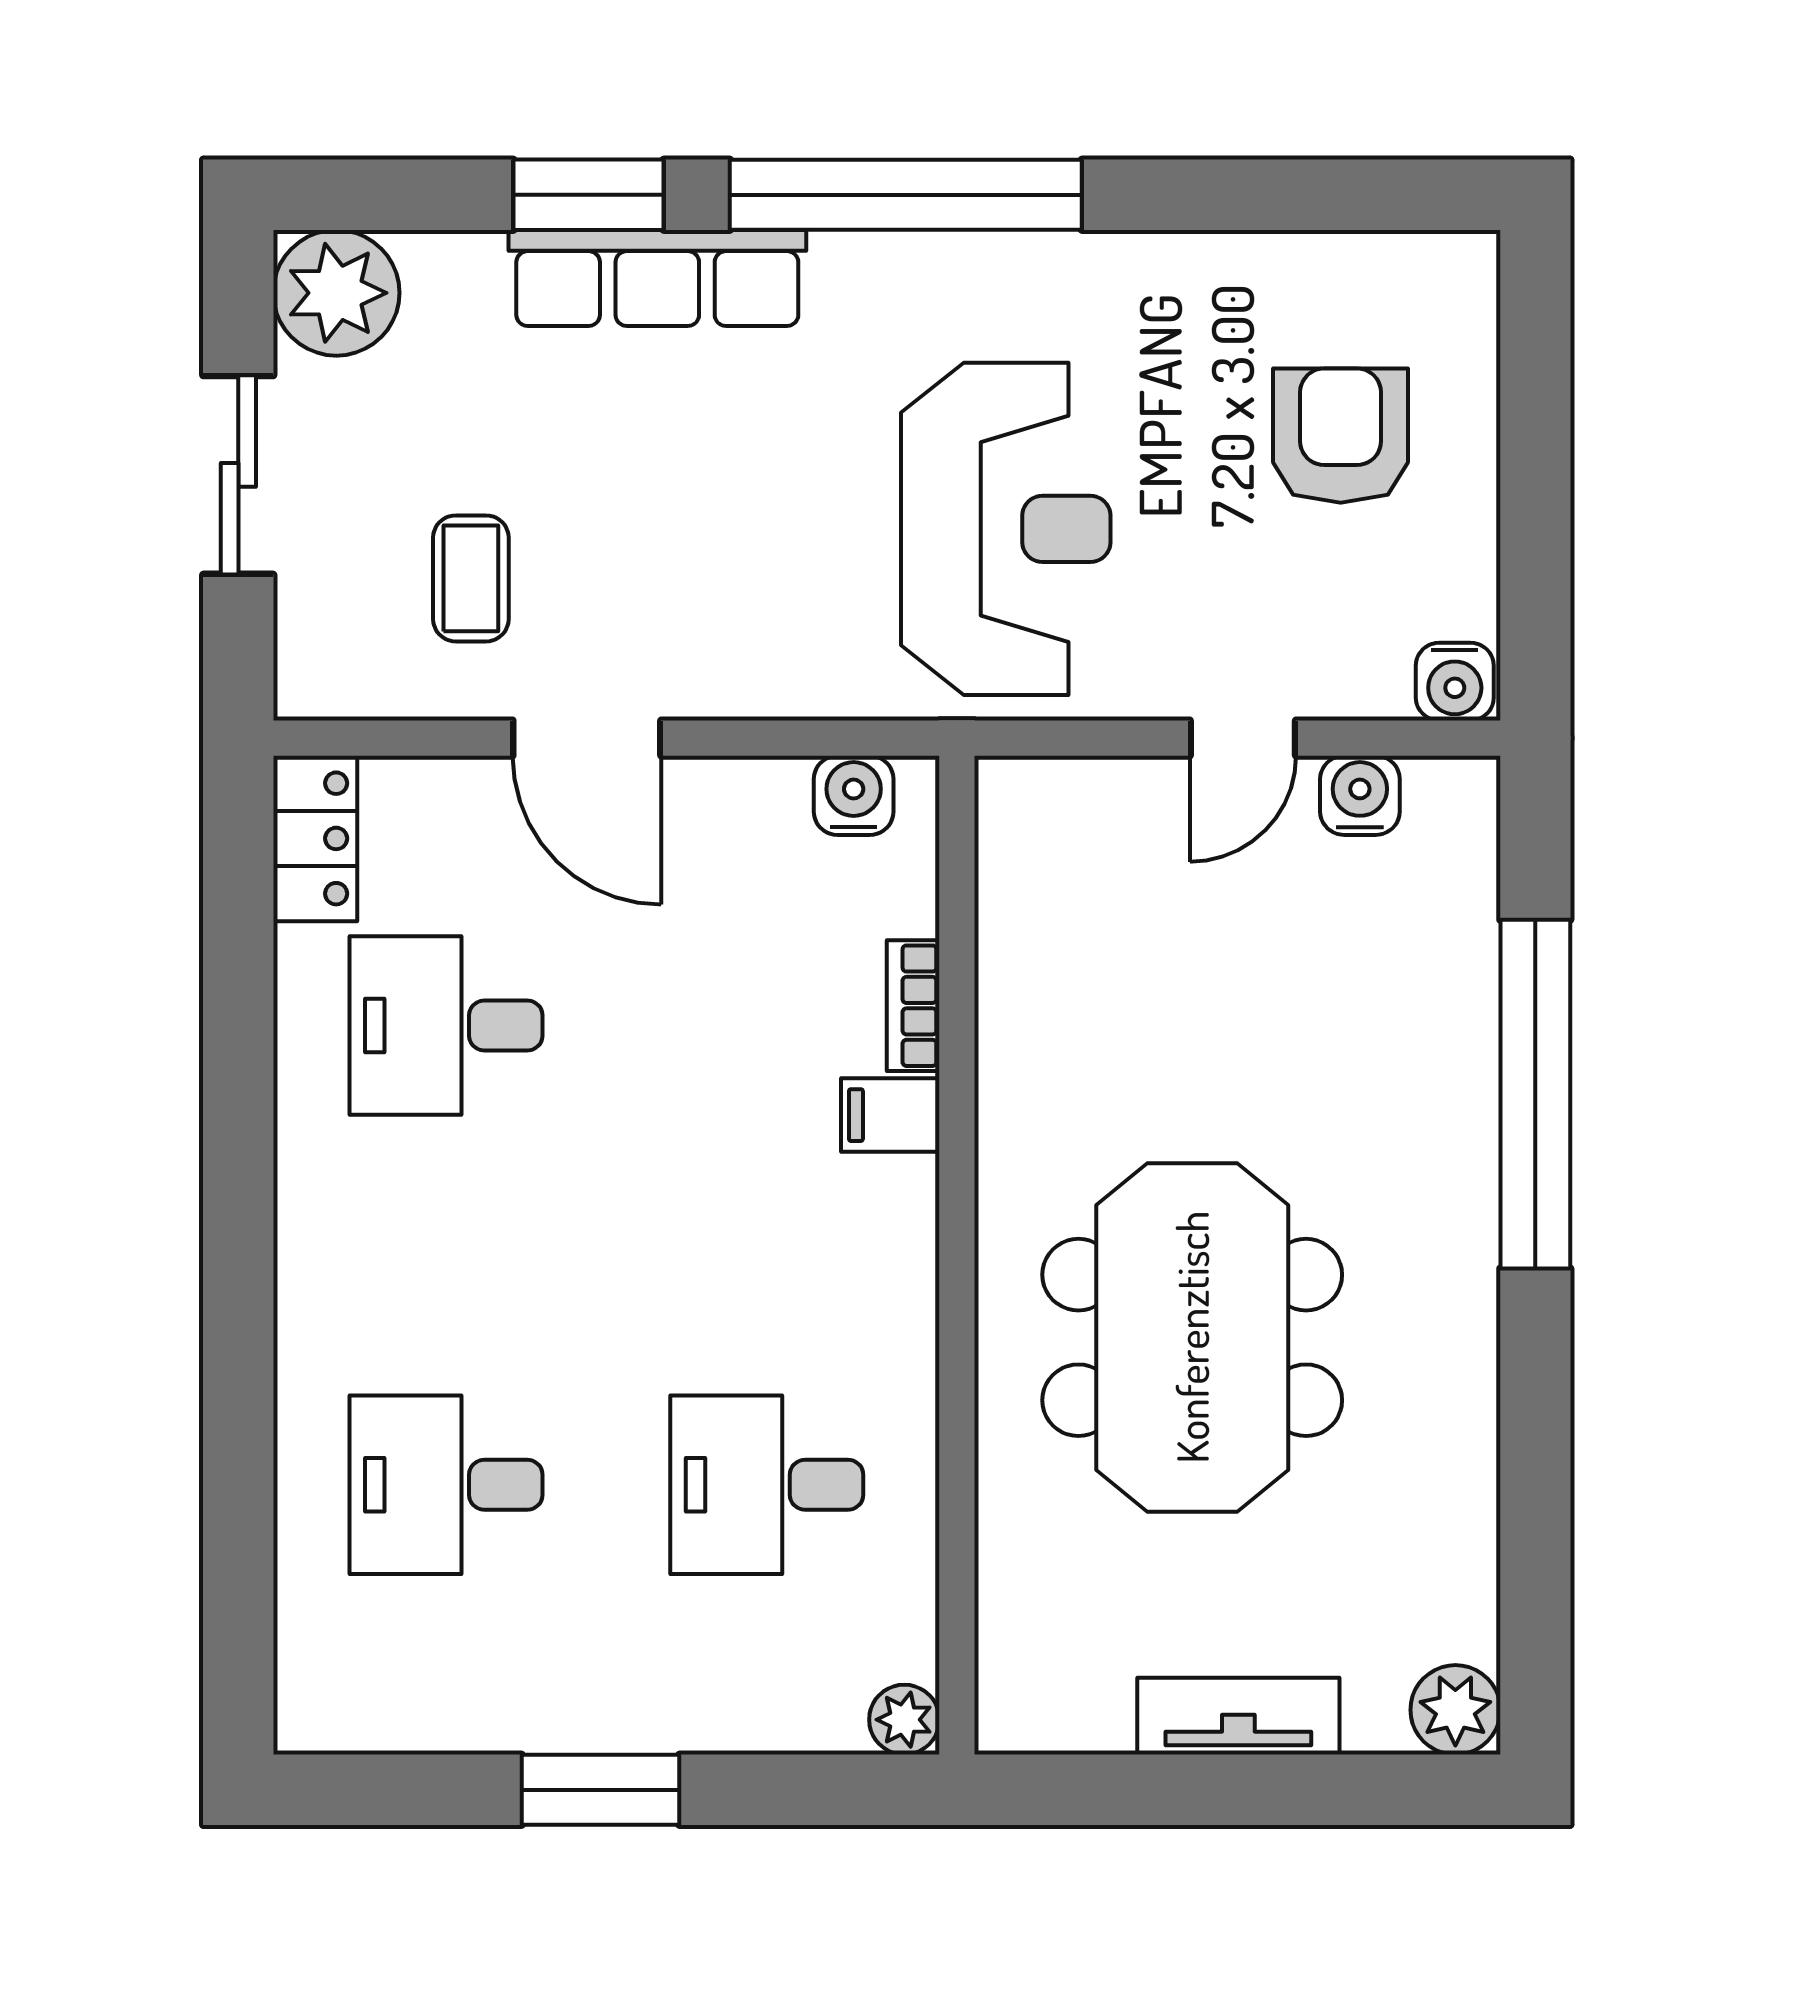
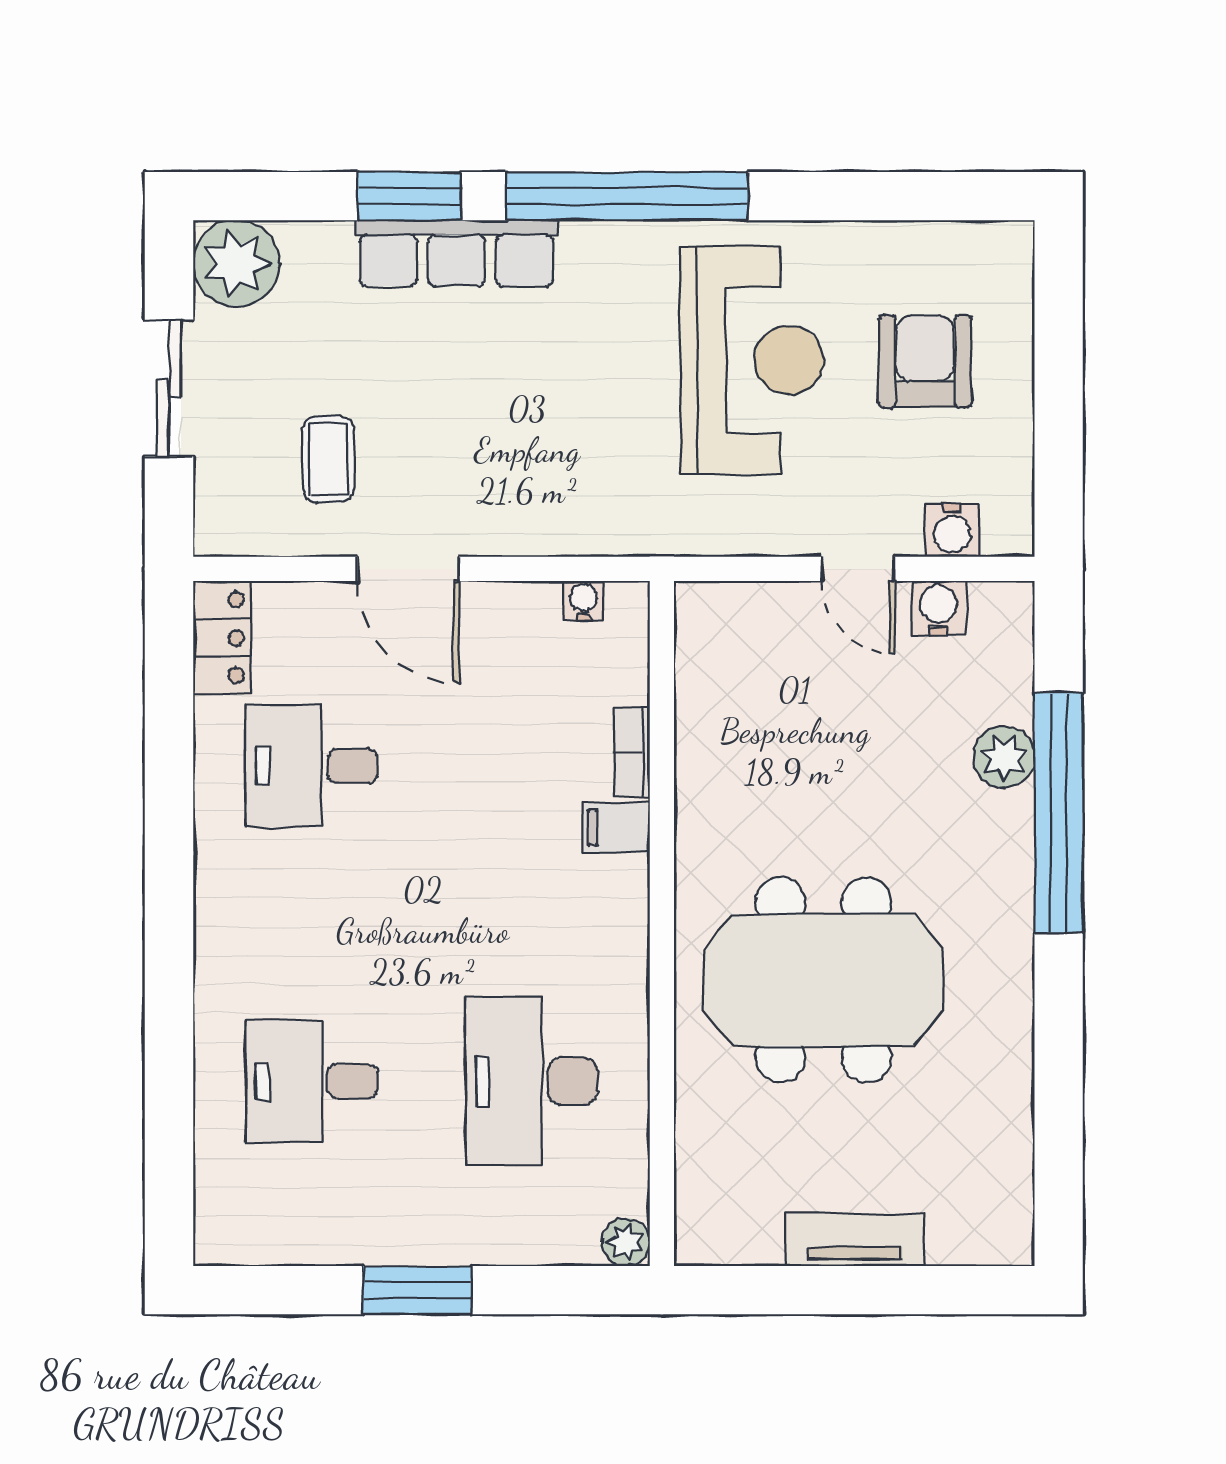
reception desk: (1006, 529) -> (752, 360), moved
water cooler: (1455, 682) -> (952, 530), moved
door: (1243, 738) -> (858, 569), hinge flipped
water cooler: (854, 795) -> (584, 601), width x0.72, depth x0.72
meeting table: (1192, 1337) -> (823, 980), turned 90
desk: (767, 1485) -> (531, 1081), width x1.37
plant: (1455, 1710) -> (1004, 757), moved

